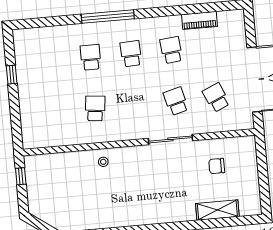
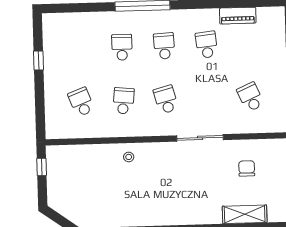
school desk: (176, 101) -> (166, 100), moved
school desk: (55, 112) -> (81, 102), added
chair: (217, 166) -> (247, 168), turned 90

